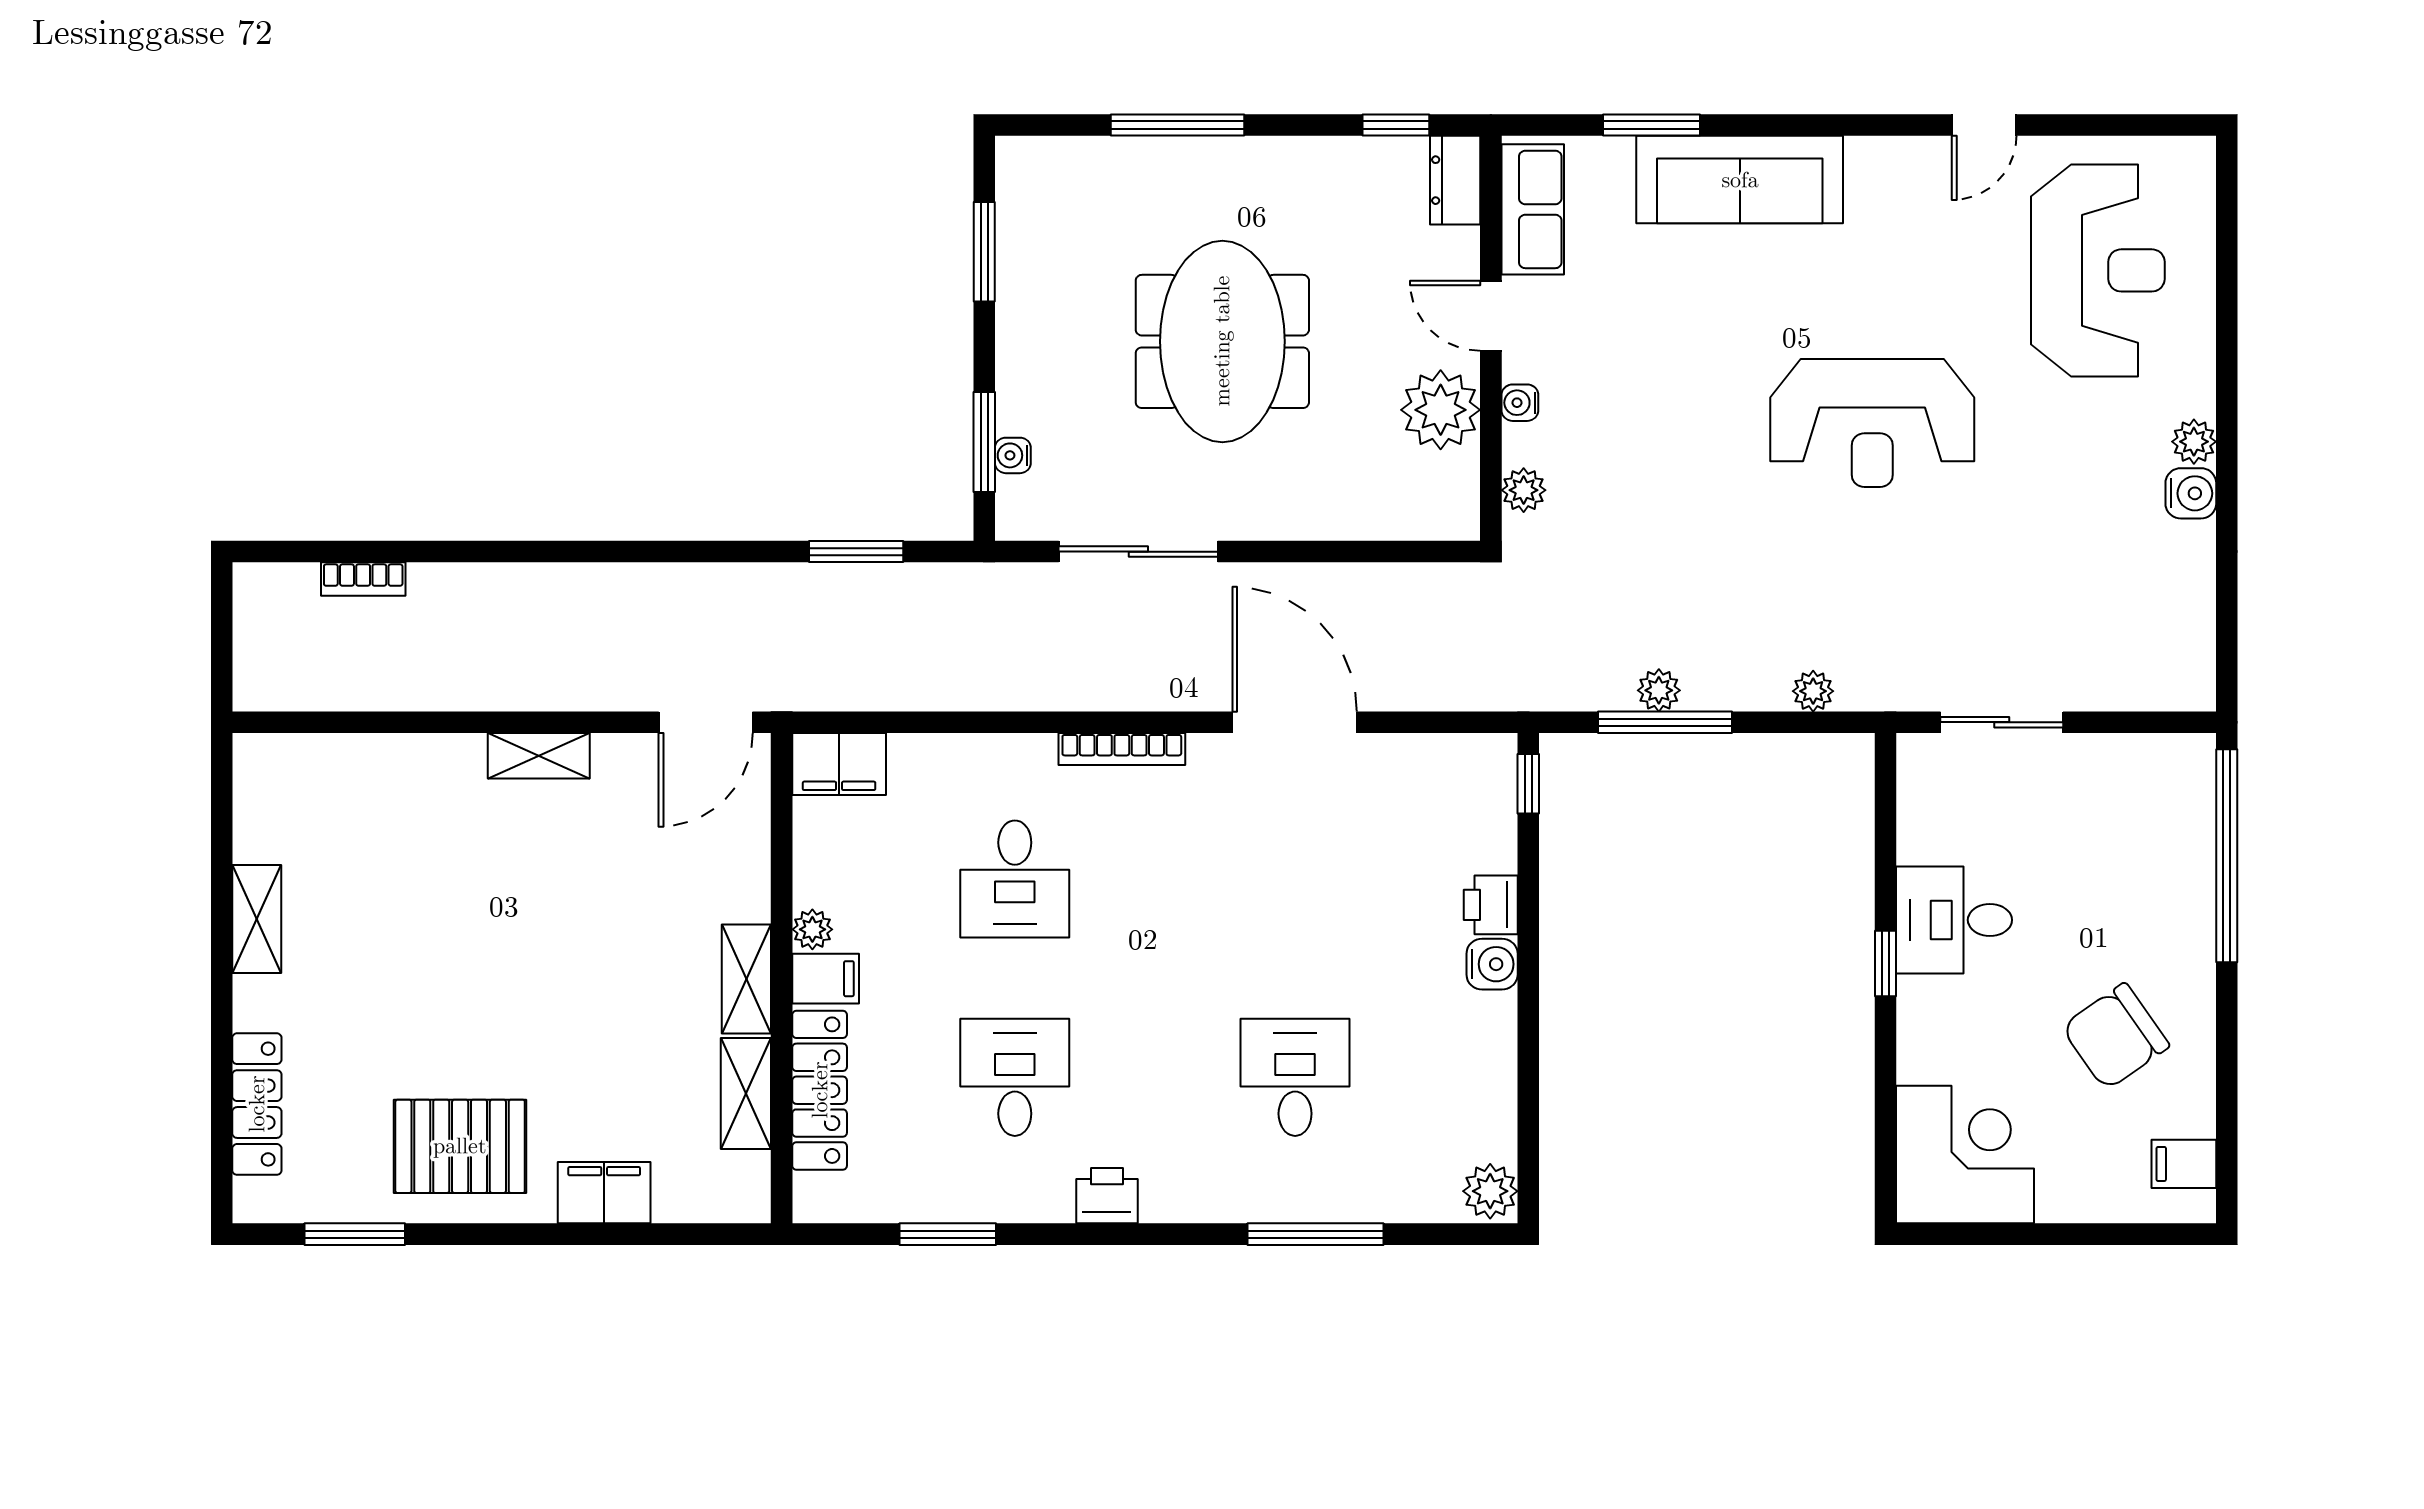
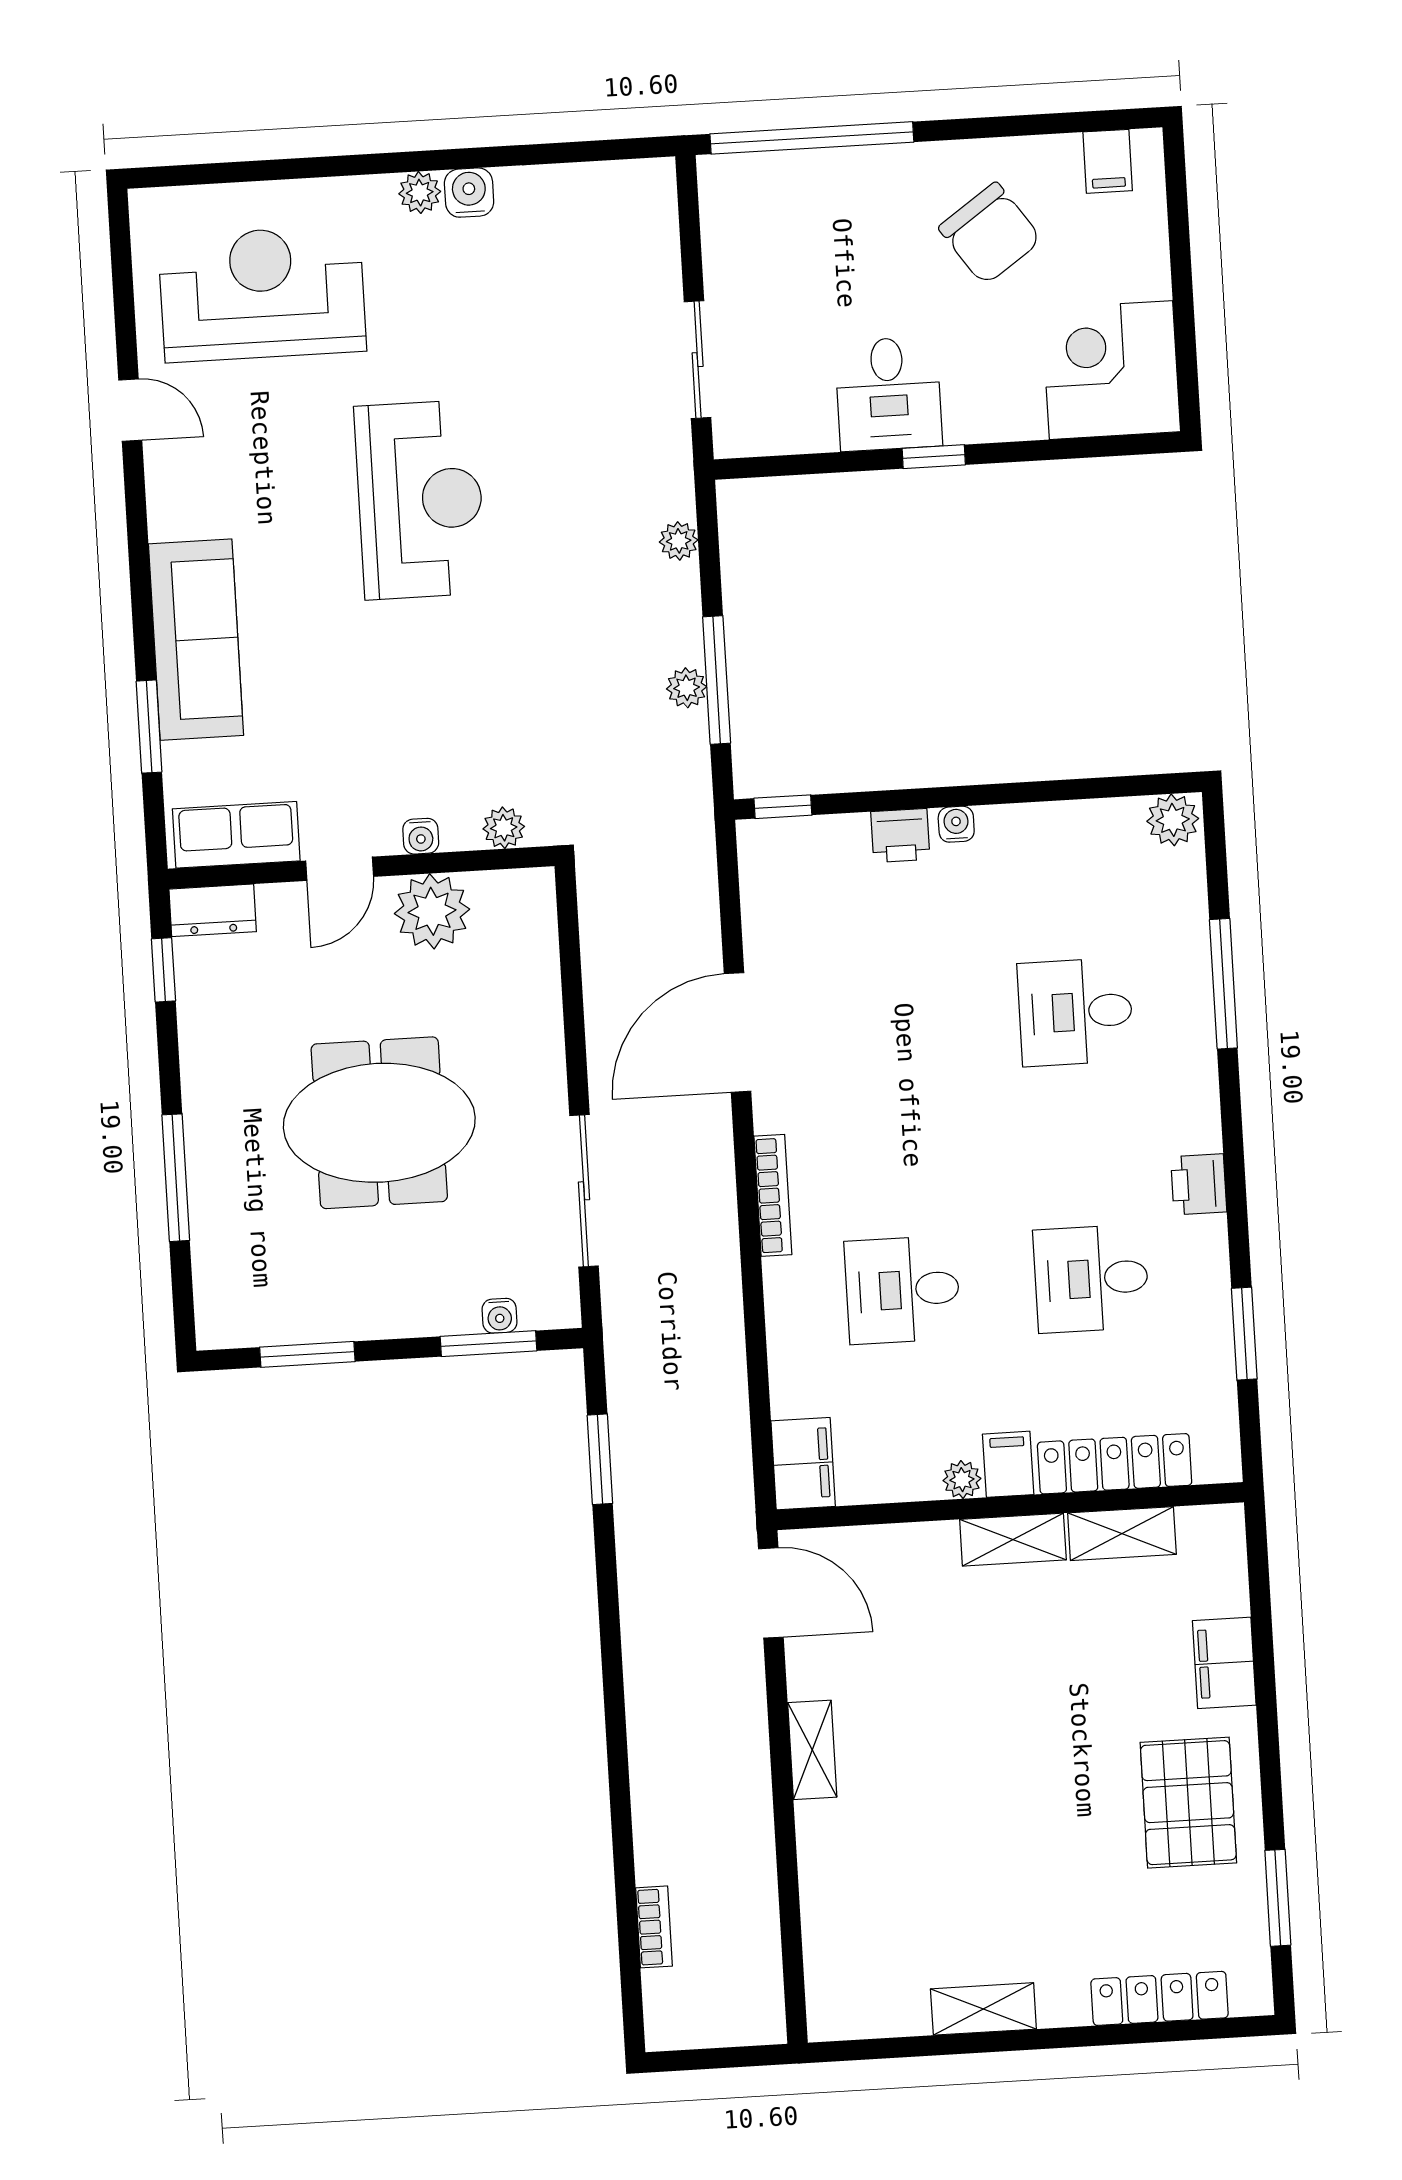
desk: (1015, 879) -> (903, 1290), turned 180
water cooler: (1492, 964) -> (956, 824), width x0.72, depth x0.72

